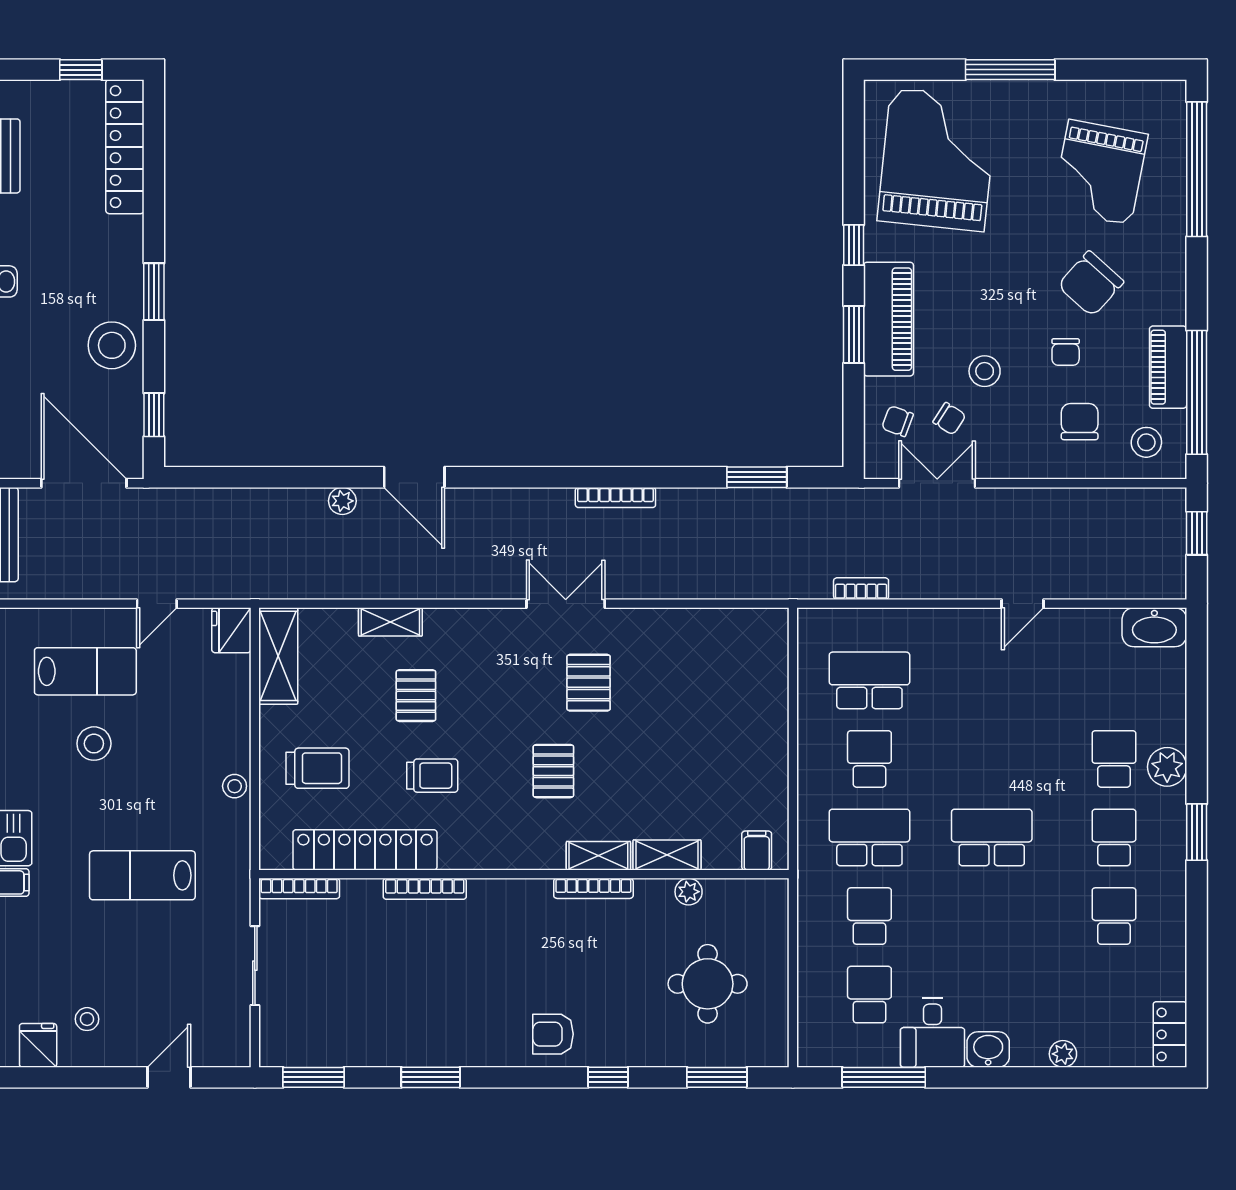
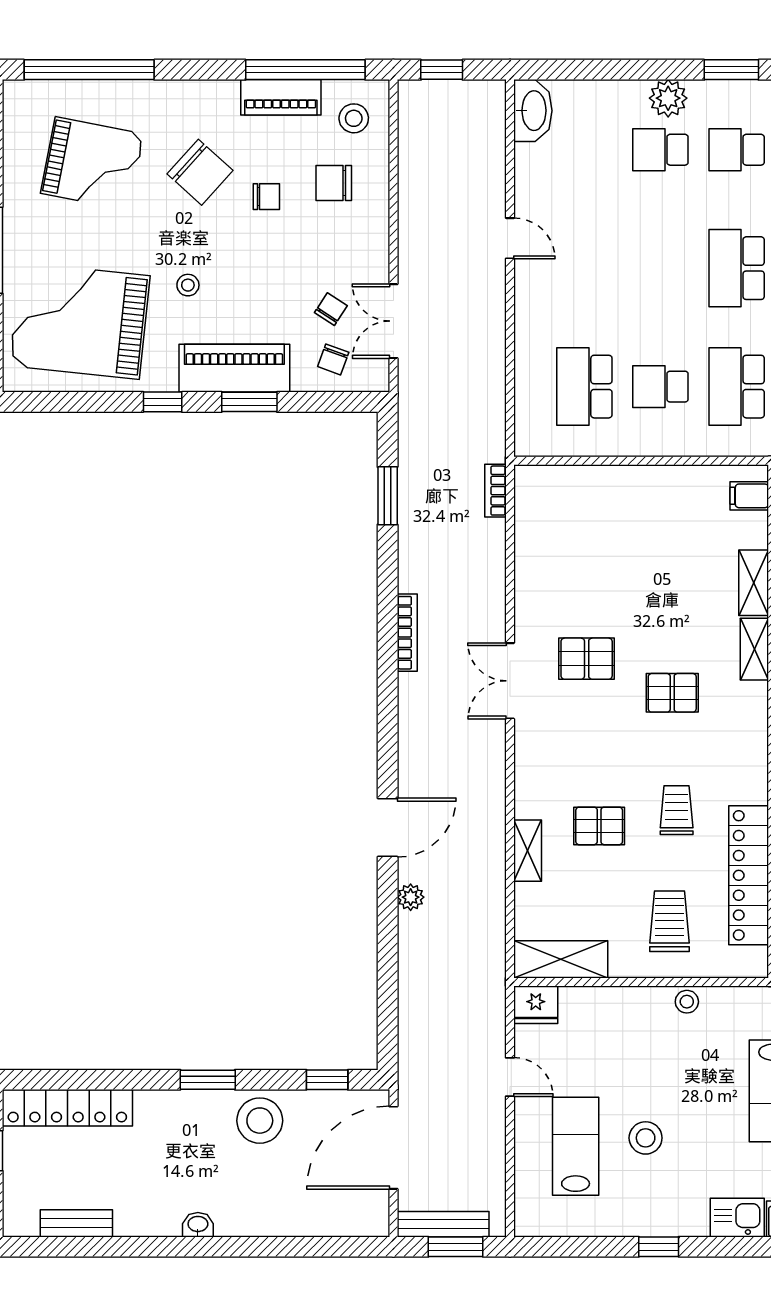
stool: (985, 371) -> (188, 285), moved, width x0.73, depth x0.73
bookcase: (861, 589) -> (495, 491), moved

